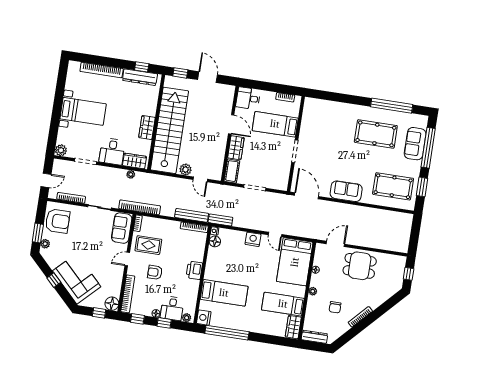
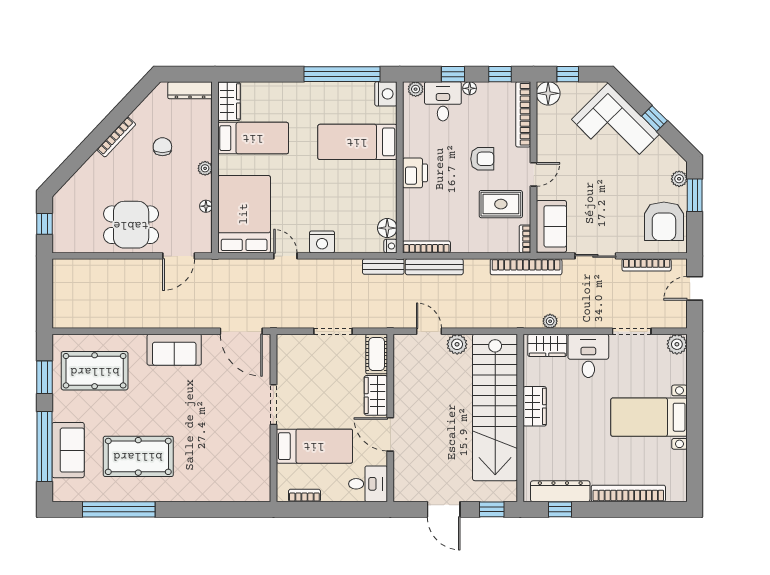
armchair: (58, 221) -> (664, 221), turned -90

